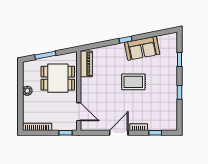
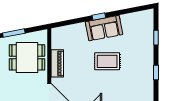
sofa: (142, 48) -> (104, 28), moved
piano: (86, 64) -> (57, 63), moved

